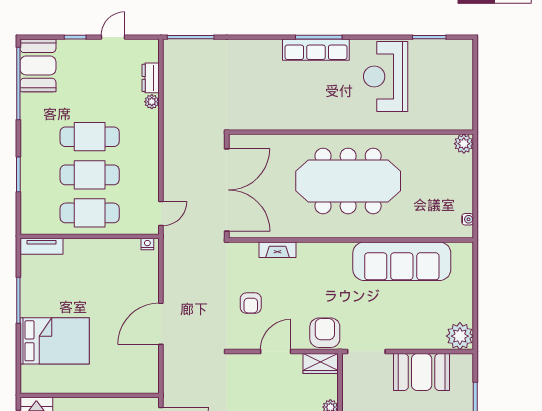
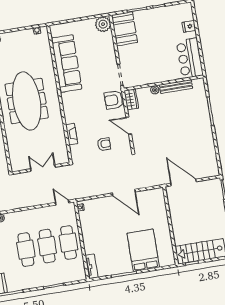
double door: (227, 190) -> (43, 168), width x0.54
booth: (422, 372) -> (124, 29), moved

